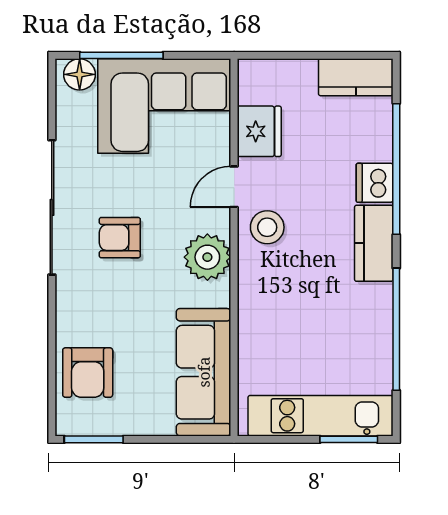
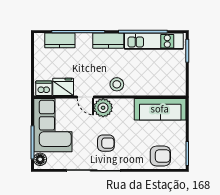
kitchen counter: (356, 77) -> (60, 40), moved, turned 90
dishwasher: (375, 183) -> (44, 88), moved, turned 180
stool: (267, 227) -> (117, 84), moved
armchair: (120, 238) -> (106, 143), turned -90
plant: (207, 257) -> (103, 108), moved
kitchen unit: (321, 416) -> (154, 41), moved, turned -90

